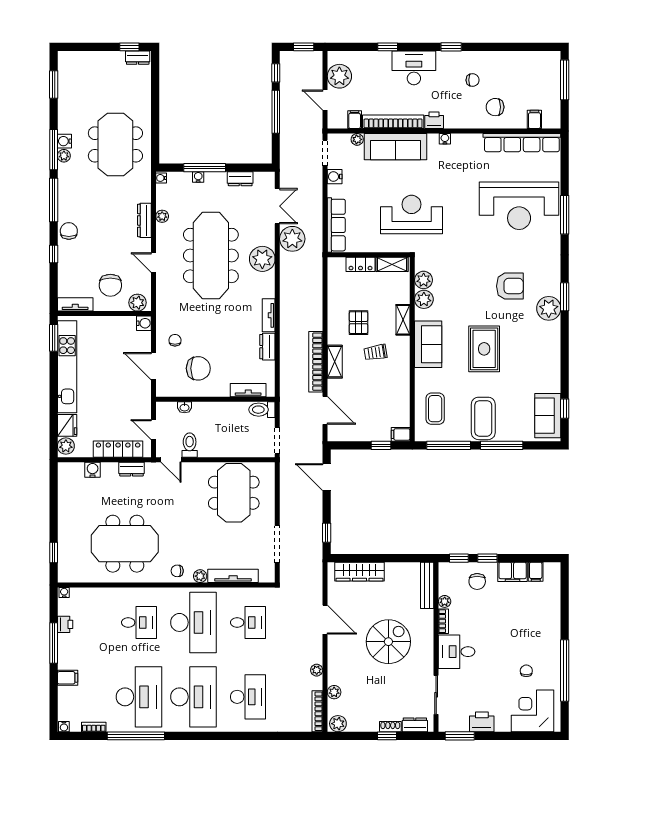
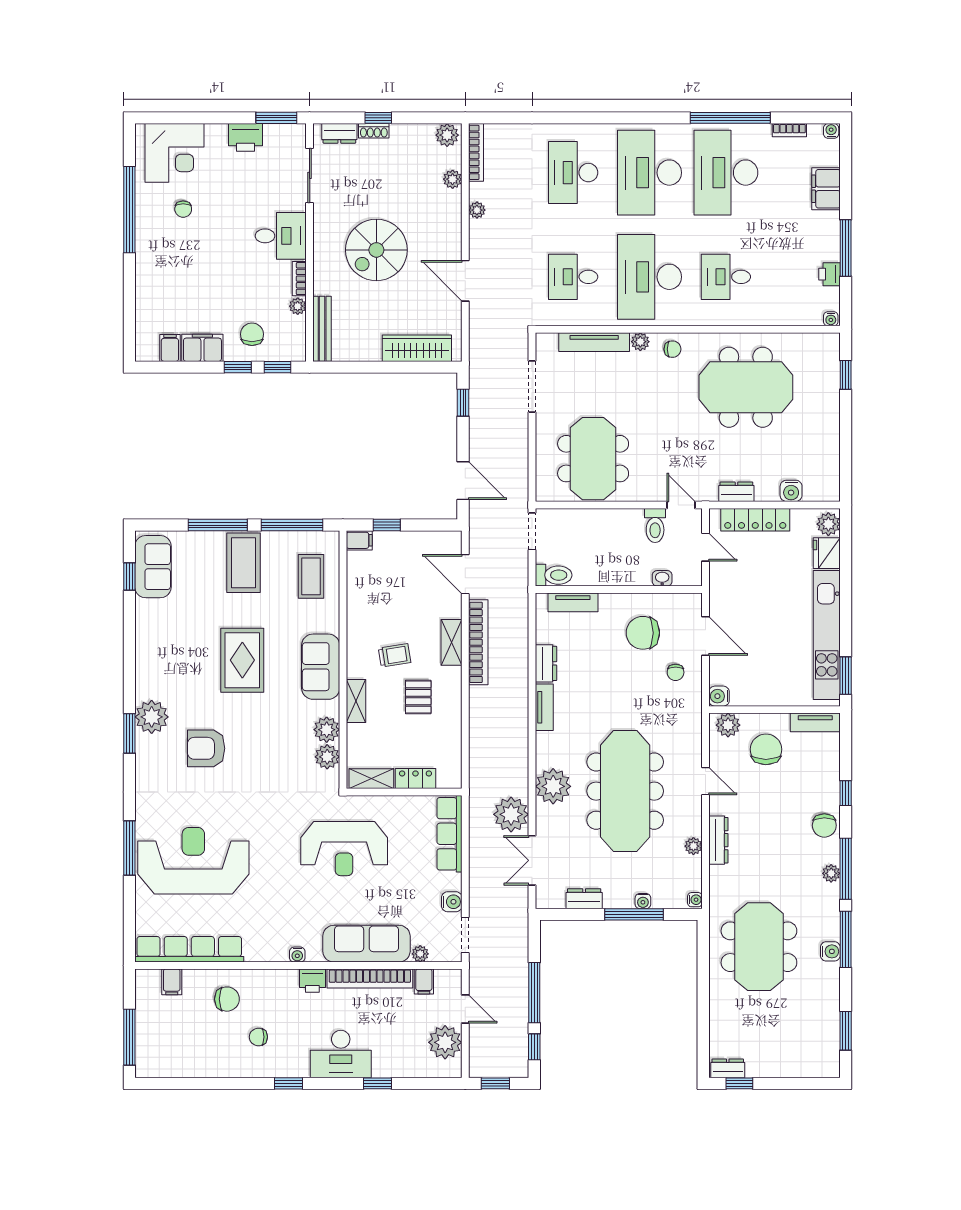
plant: (64, 156) -> (831, 873), moved
filing cabinet: (68, 678) -> (826, 189), width x2.00

